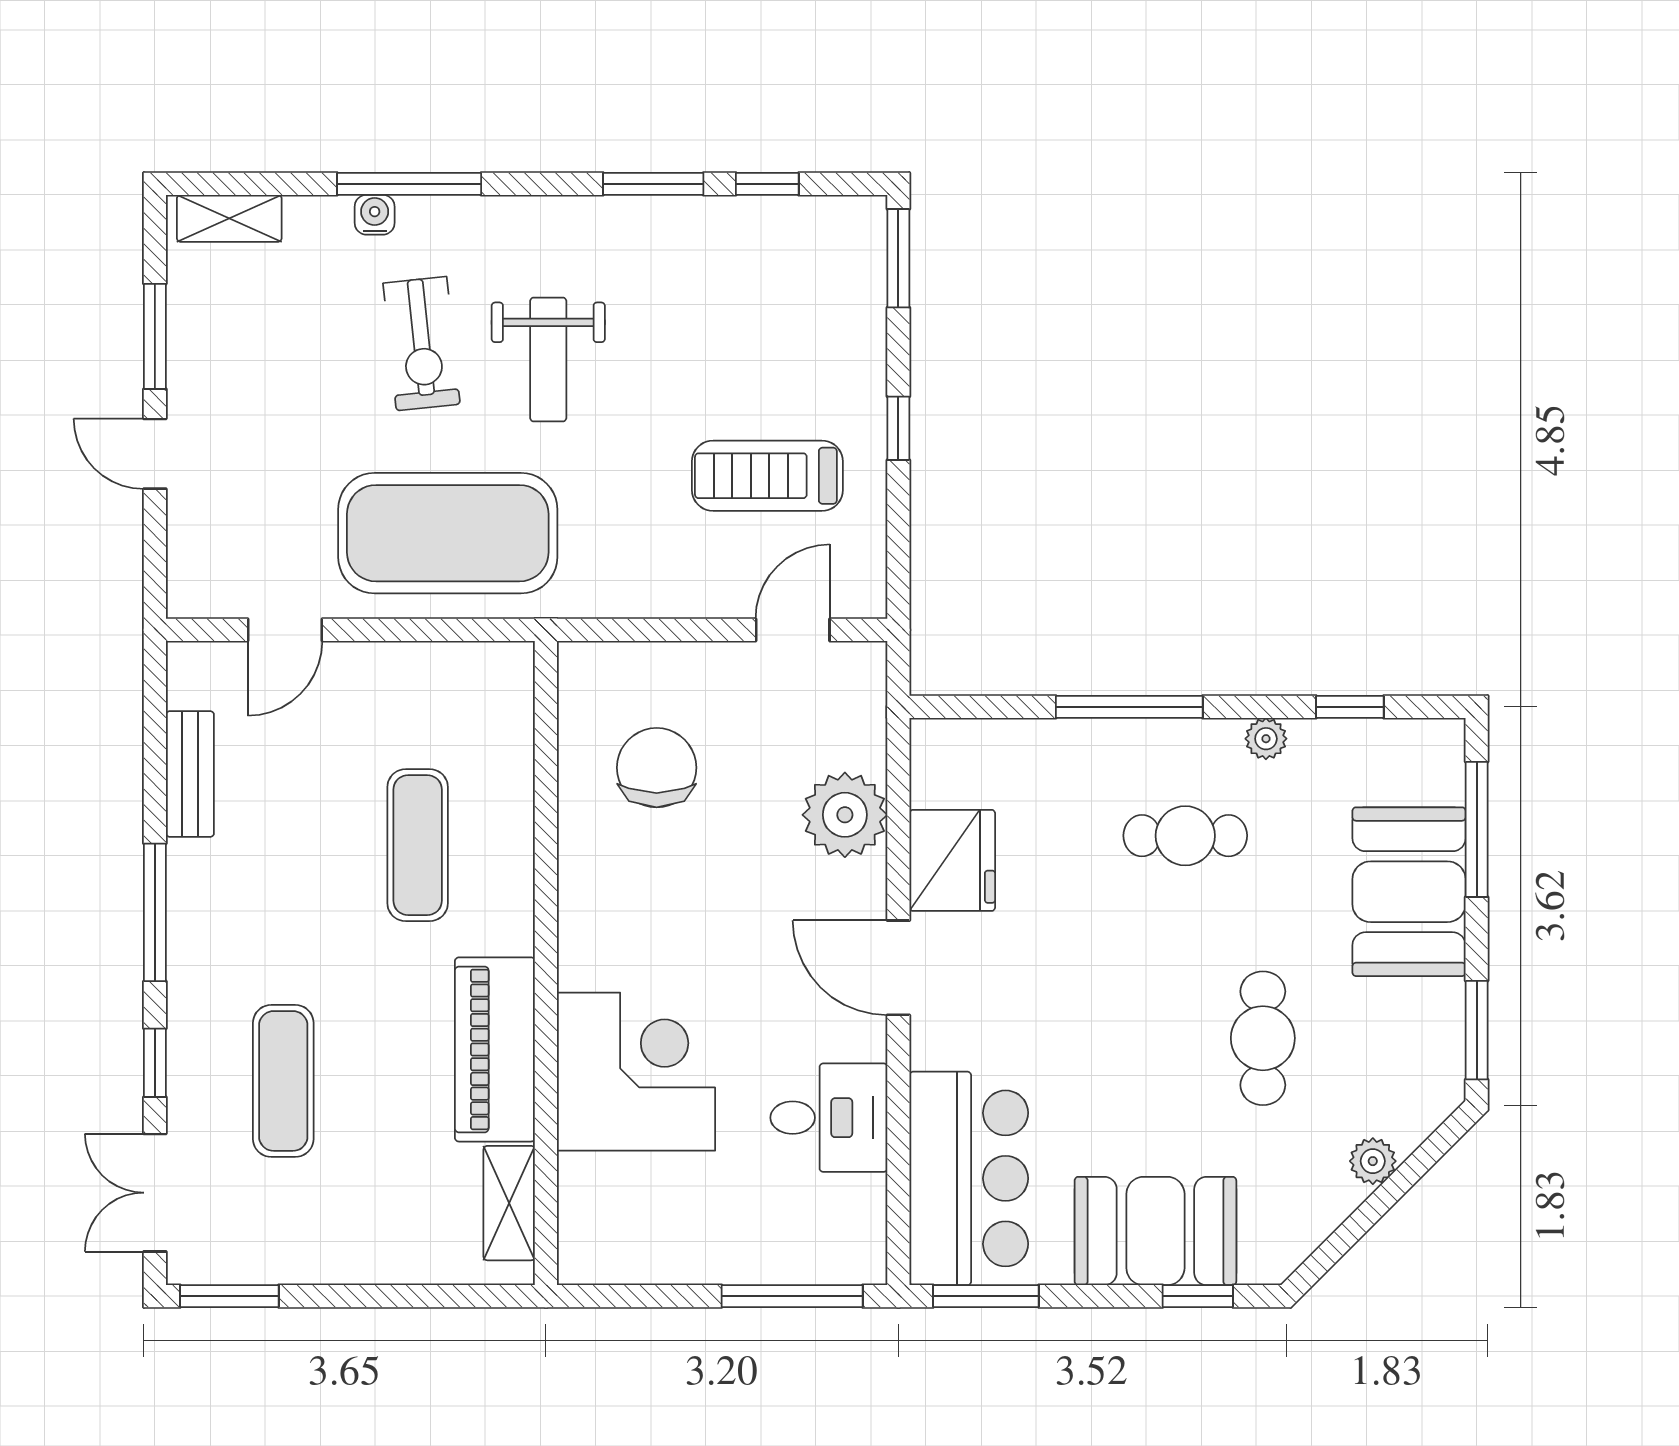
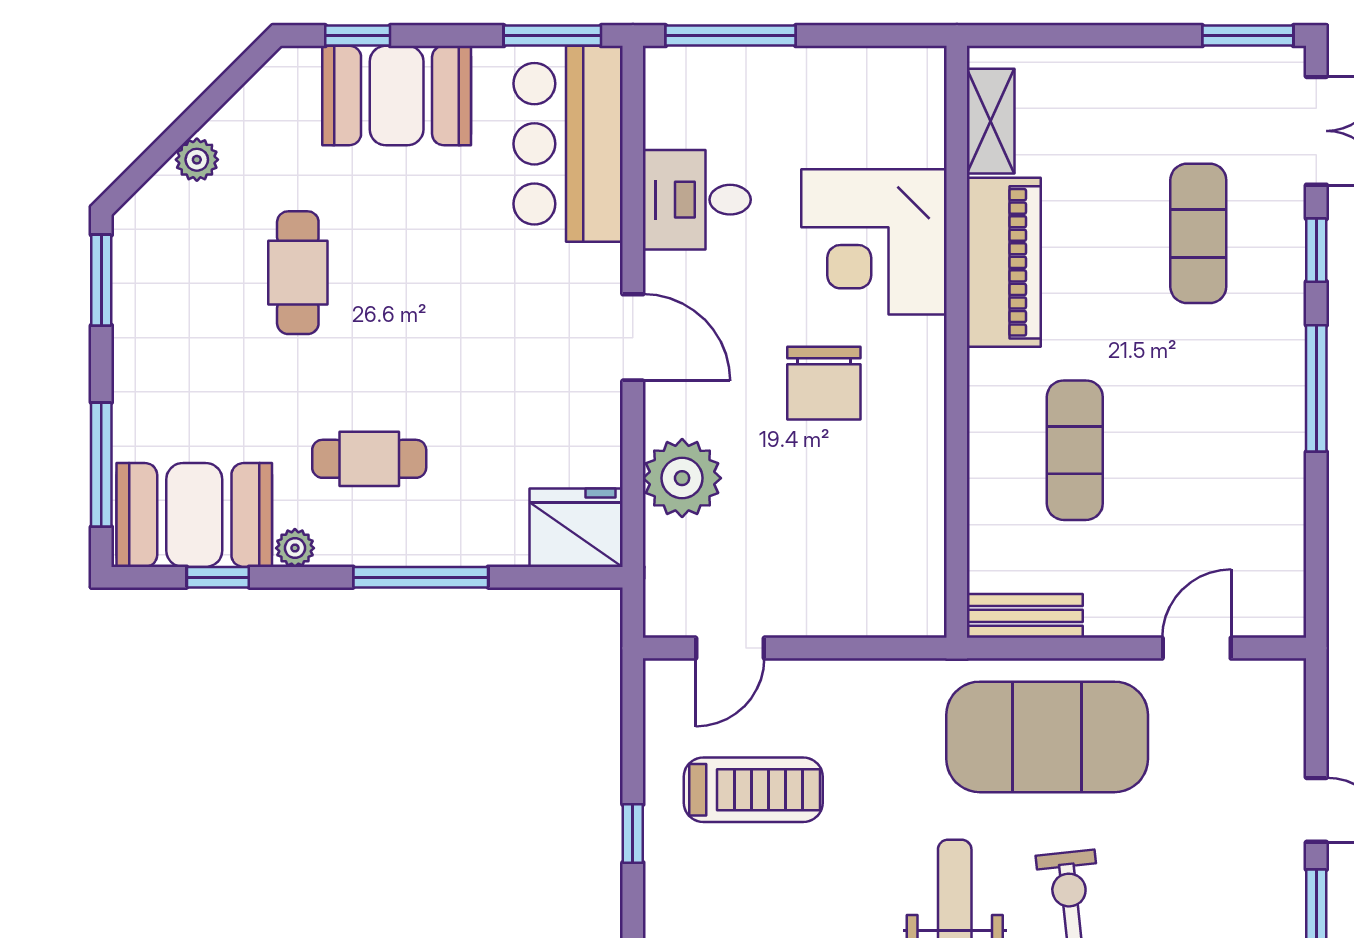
chair: (657, 768) -> (824, 383), moved
bench: (190, 774) -> (1025, 616), moved, turned 90
fridge: (952, 860) -> (576, 528), moved, turned 90
booth: (1409, 892) -> (194, 515), moved, turned 90

